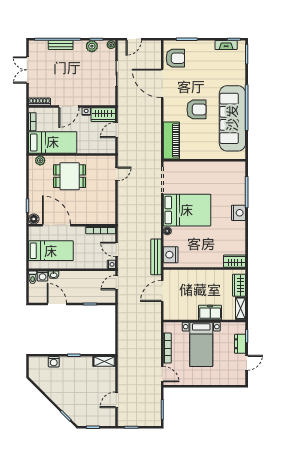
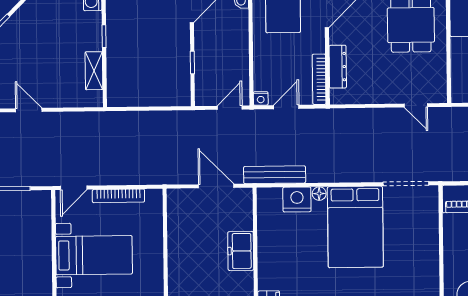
dresser: (93, 219) -> (338, 67), added
nightstand: (171, 255) -> (297, 199), moved
door: (116, 283) -> (230, 108), hinge flipped
freezer: (210, 313) -> (241, 251), moved, turned 180
bed with nightstands: (201, 344) -> (94, 255), moved, turned 180
shelving: (104, 361) -> (94, 71), moved

